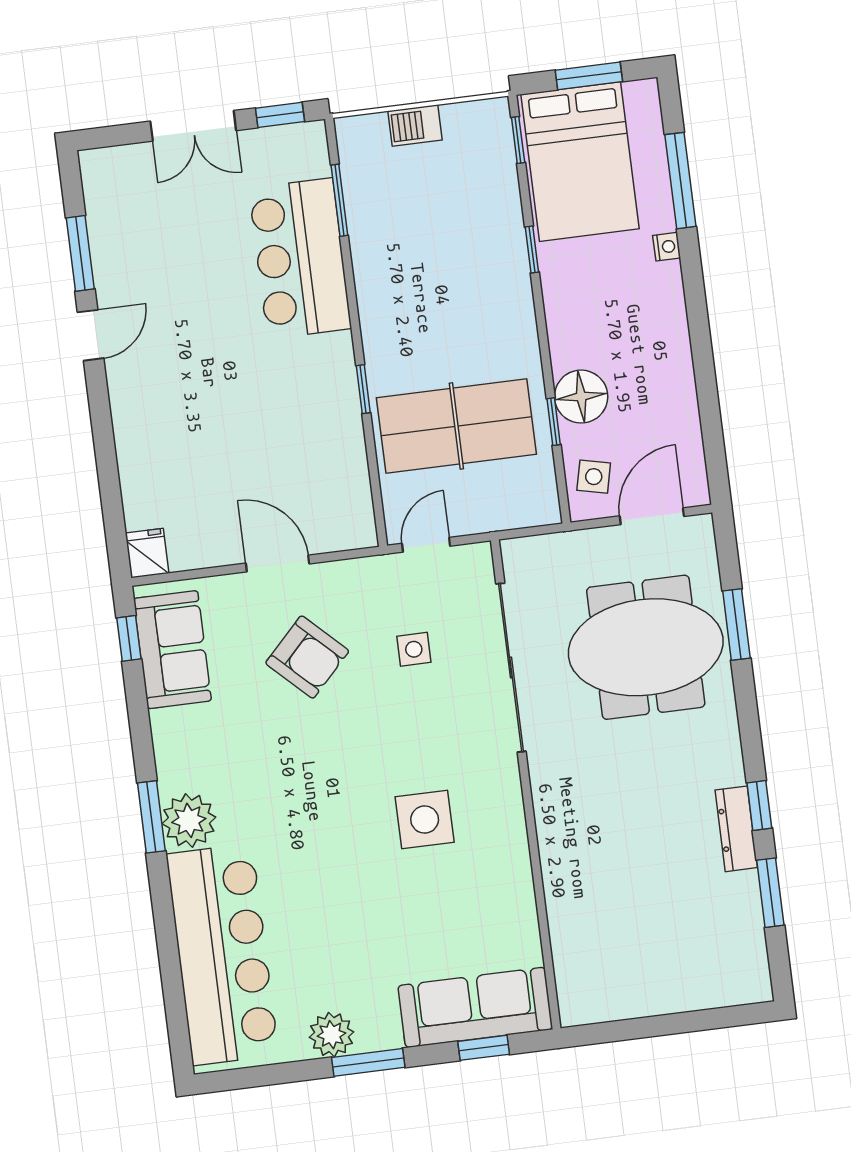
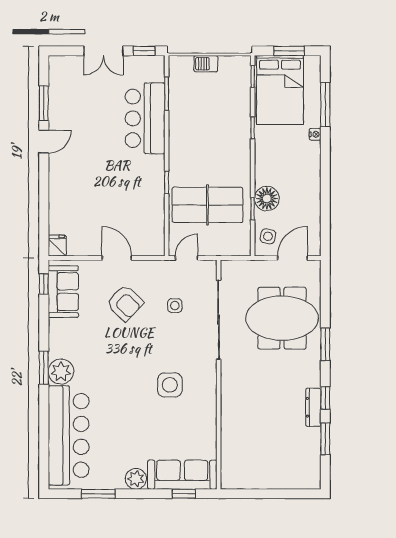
window: (736, 624) -> (325, 344), moved
plant: (331, 1035) -> (136, 479), moved
window: (368, 1062) -> (98, 494), moved

